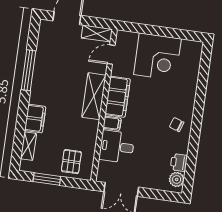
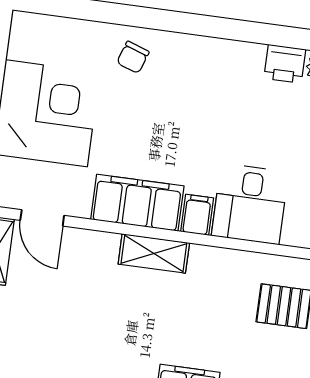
shelving: (94, 96) -> (154, 253), width x0.67, depth x0.75
chair: (177, 125) -> (133, 57), moved

